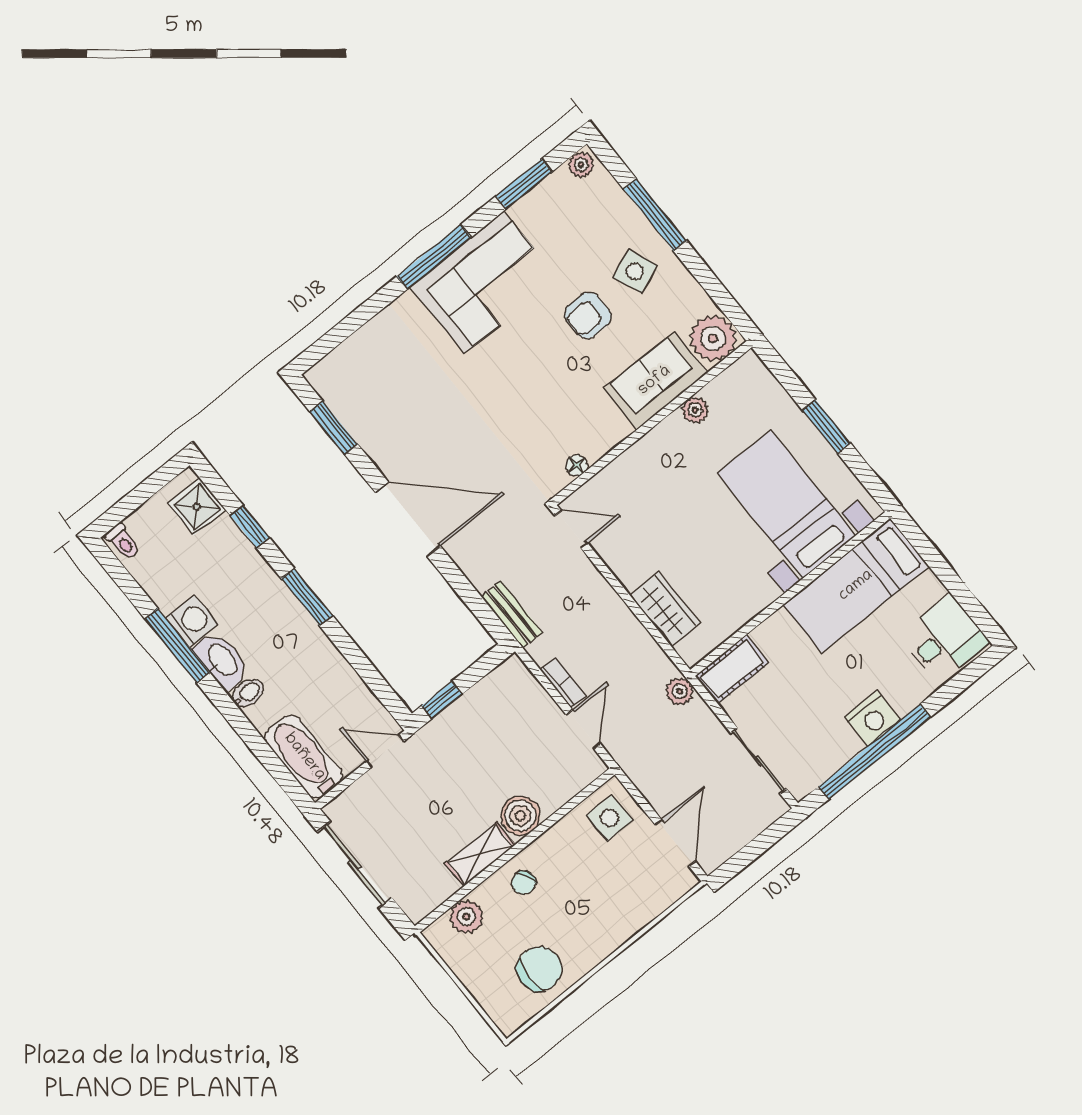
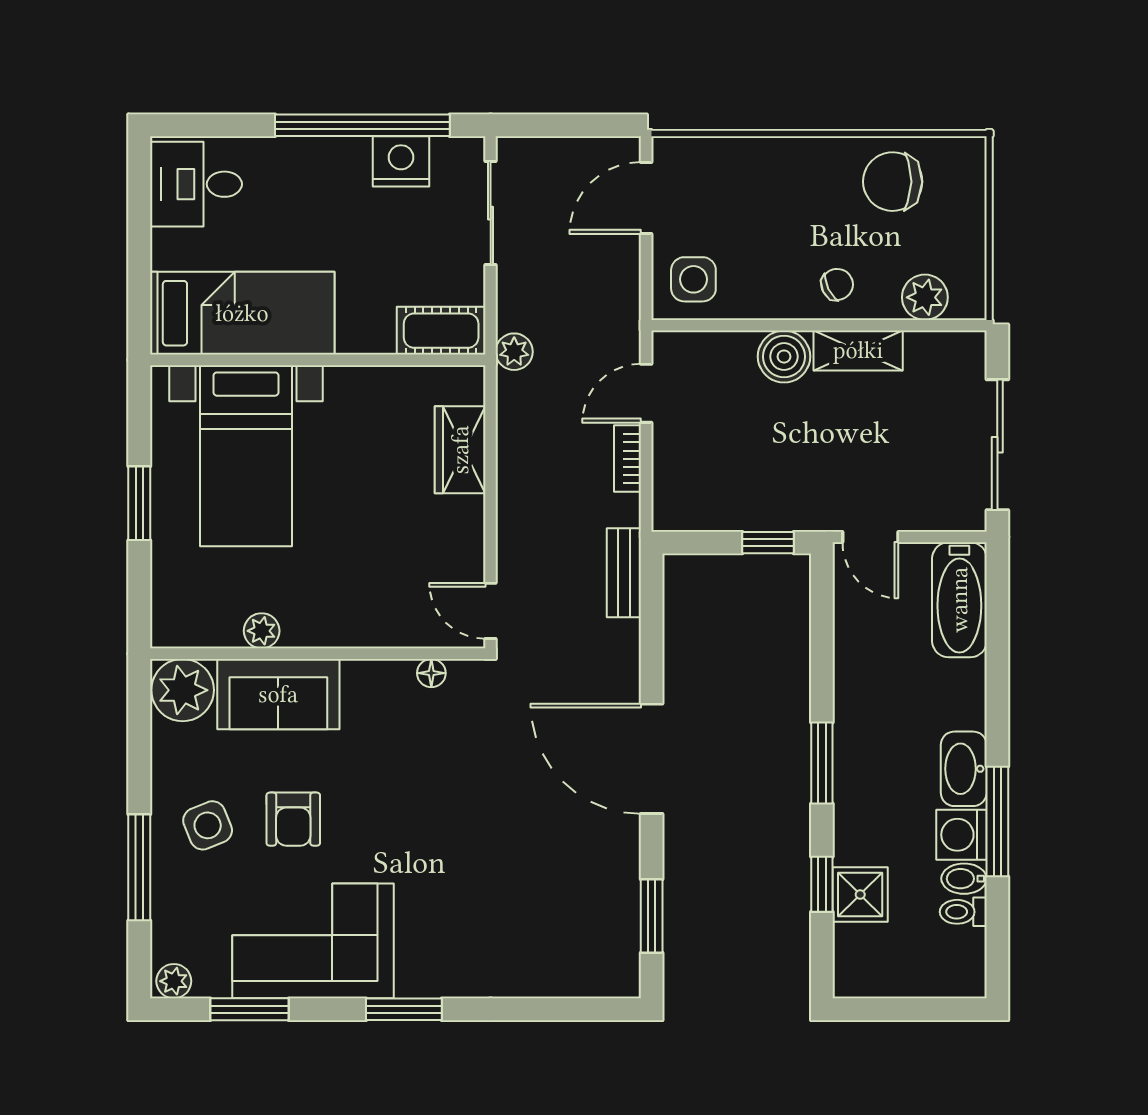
window: (434, 257) -> (404, 1009), width x0.69
corner sofa: (484, 282) -> (313, 941), moved
armchair: (588, 315) -> (293, 819), turned 90
shower: (197, 507) -> (860, 895), moved
toilet: (123, 542) -> (963, 912), moved, turned -90
bidet: (248, 693) -> (964, 879), moved
nightstand: (873, 718) -> (401, 161), moved

